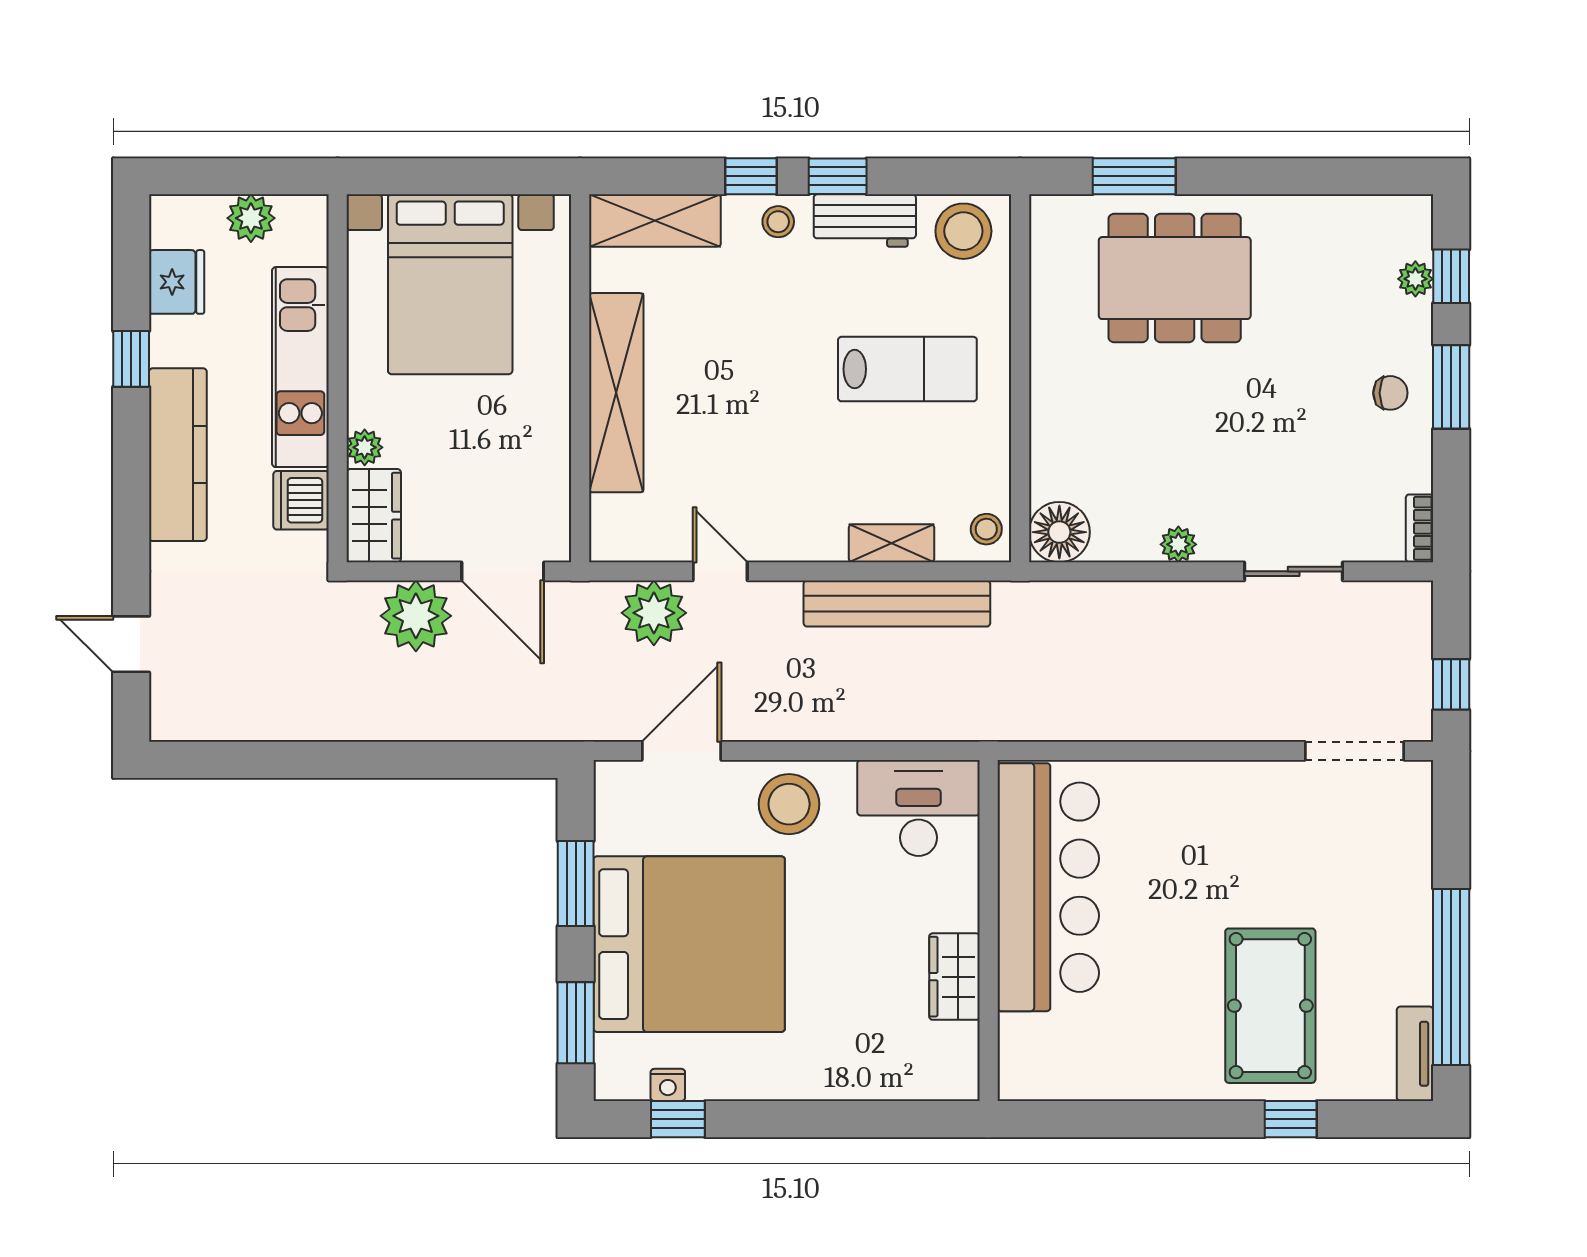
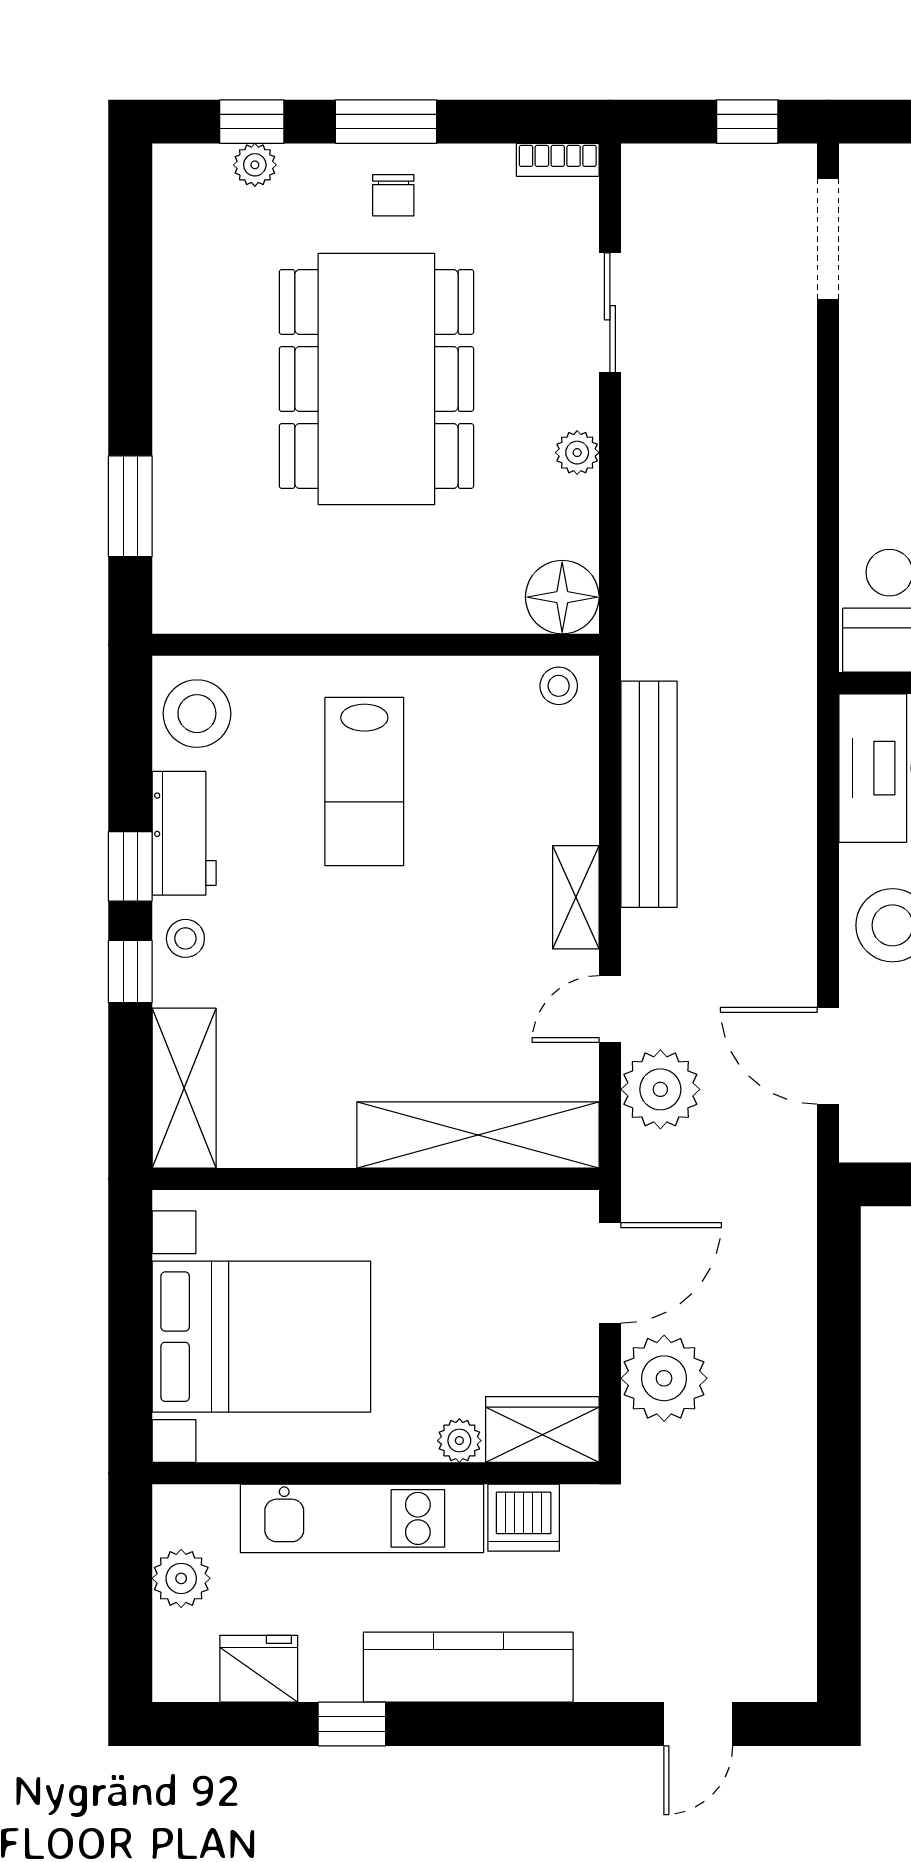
dining table: (1175, 278) -> (376, 379), moved, width x1.36, depth x1.24
lab bench: (907, 369) -> (364, 782), turned 180
shelving: (616, 393) -> (478, 1135), moved
chair: (1390, 393) -> (393, 195), turned 180
shelving: (892, 543) -> (576, 897), moved

